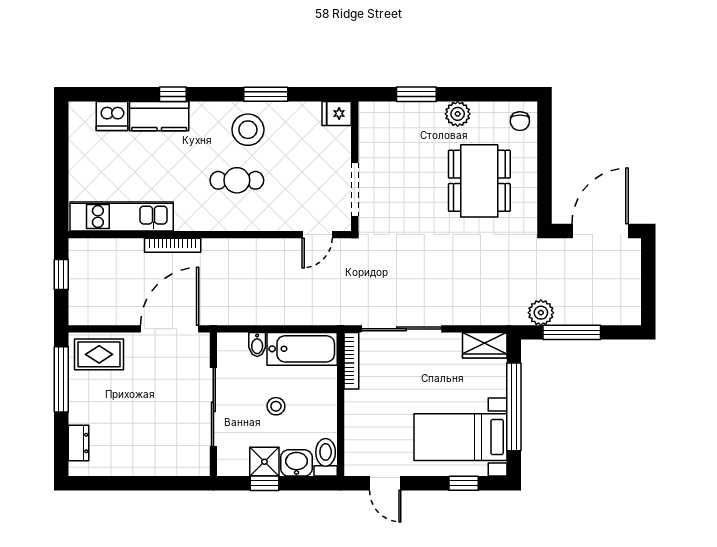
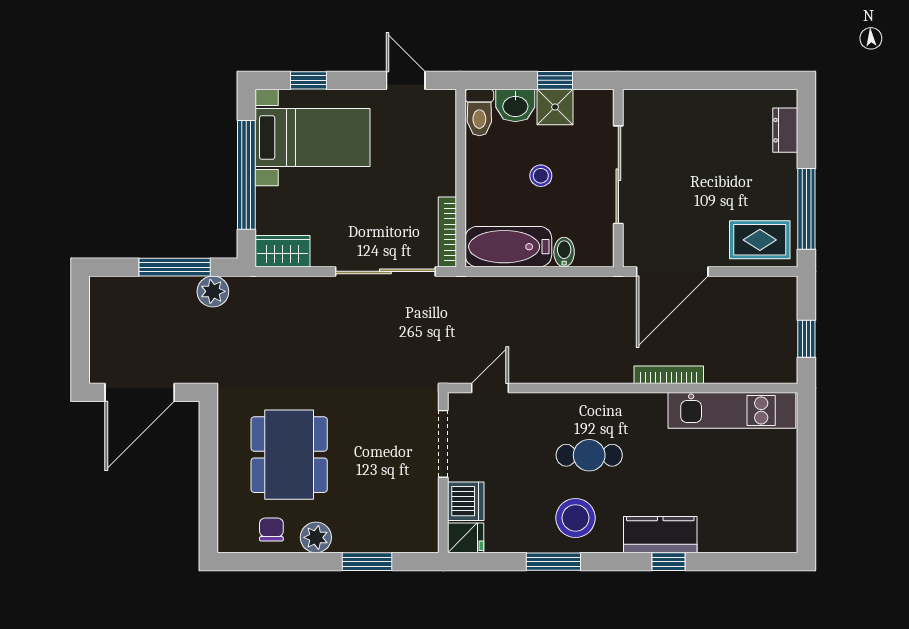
dishwasher: (112, 116) -> (466, 501), moved, turned 90
kitchen counter: (159, 116) -> (660, 535), moved
chair: (520, 121) -> (271, 529), moved

